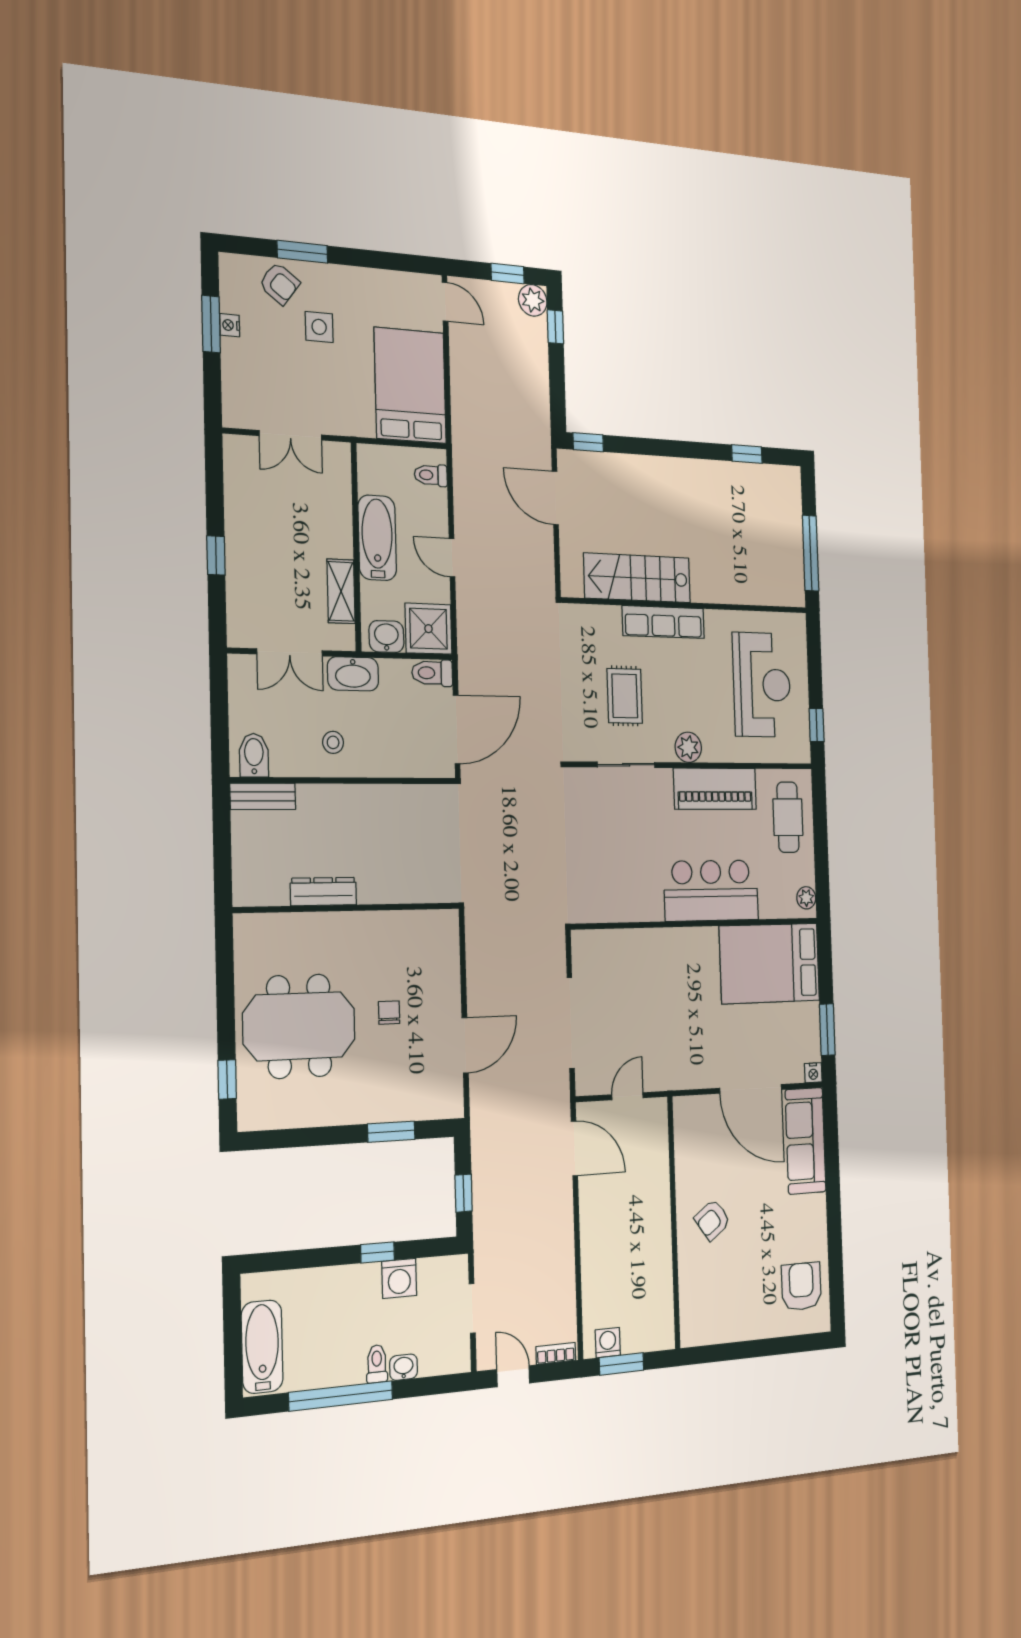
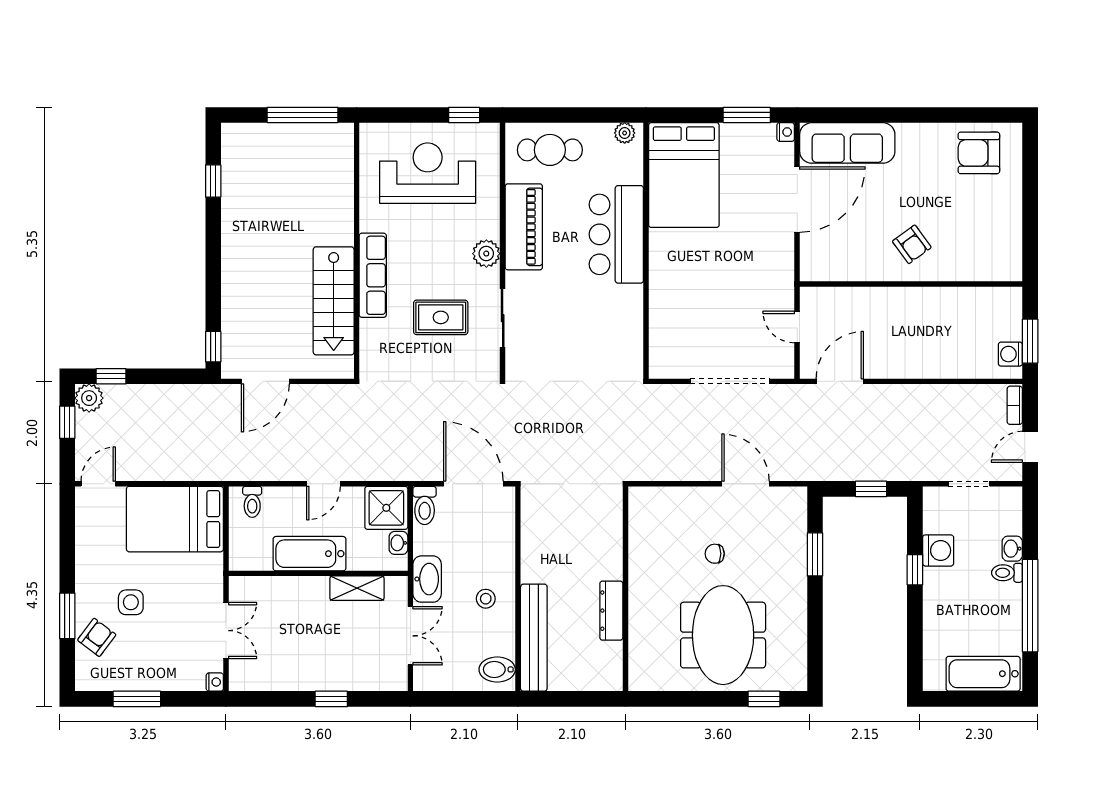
nightstand: (230, 325) -> (215, 682), moved, turned -90
washbasin: (386, 637) -> (398, 543), width x0.72, depth x0.69
bench: (263, 796) -> (534, 638), width x1.86, depth x1.21

